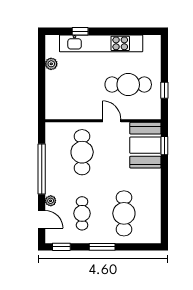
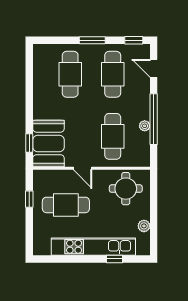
round table: (69, 101) -> (126, 189), added
plant: (51, 201) -> (145, 126), moved
cafe table: (82, 213) -> (113, 74), width x1.37, depth x1.35

